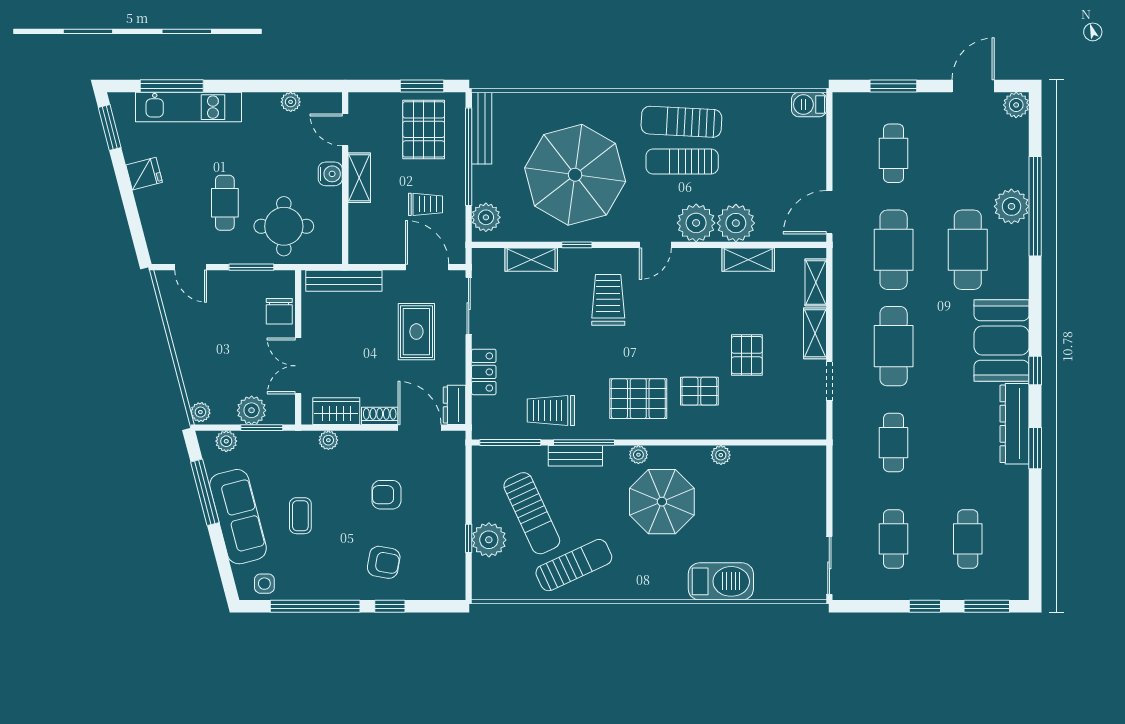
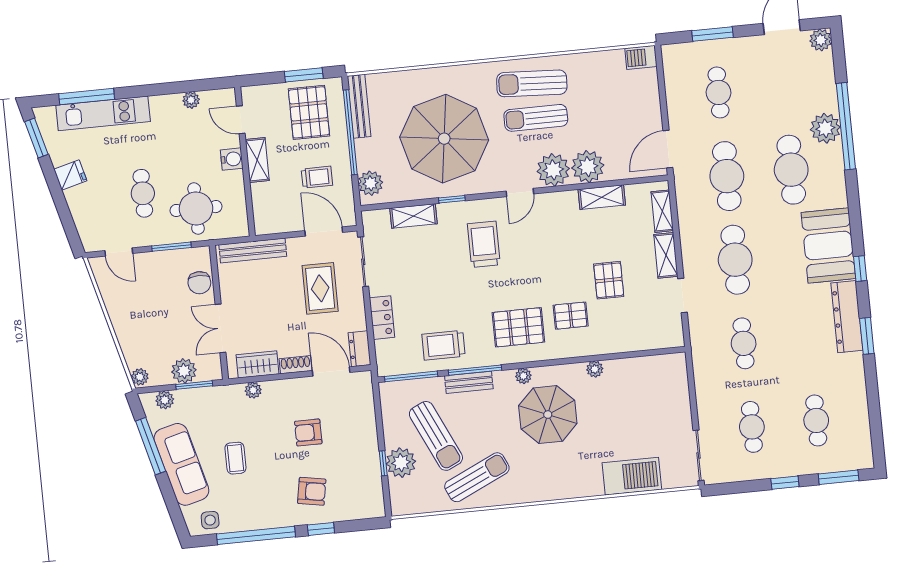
barbecue: (721, 581) -> (632, 476), moved

